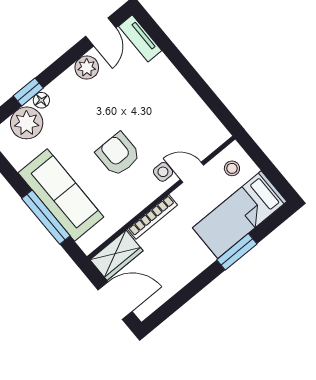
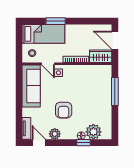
door: (101, 32) -> (39, 143), hinge flipped
armchair: (118, 154) -> (64, 110), moved
sofa: (61, 195) -> (31, 86), moved, turned 180

